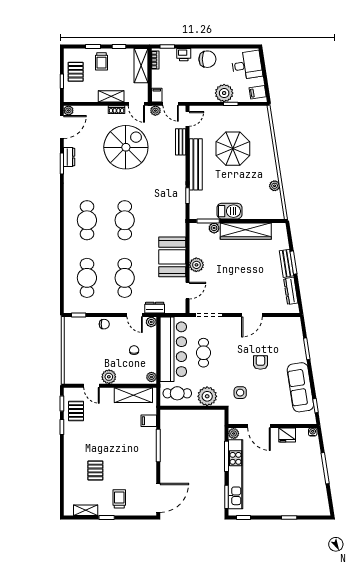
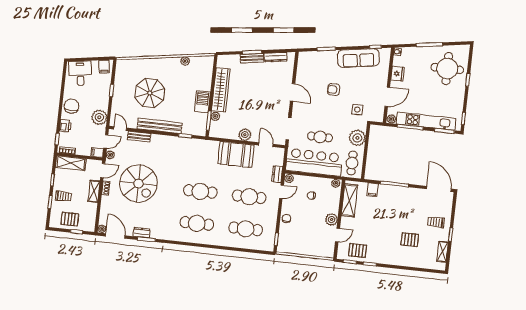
plant: (224, 93) -> (99, 117), moved
spiral stairs: (126, 147) -> (139, 184), turned 180
round table: (300, 492) -> (447, 69), added

